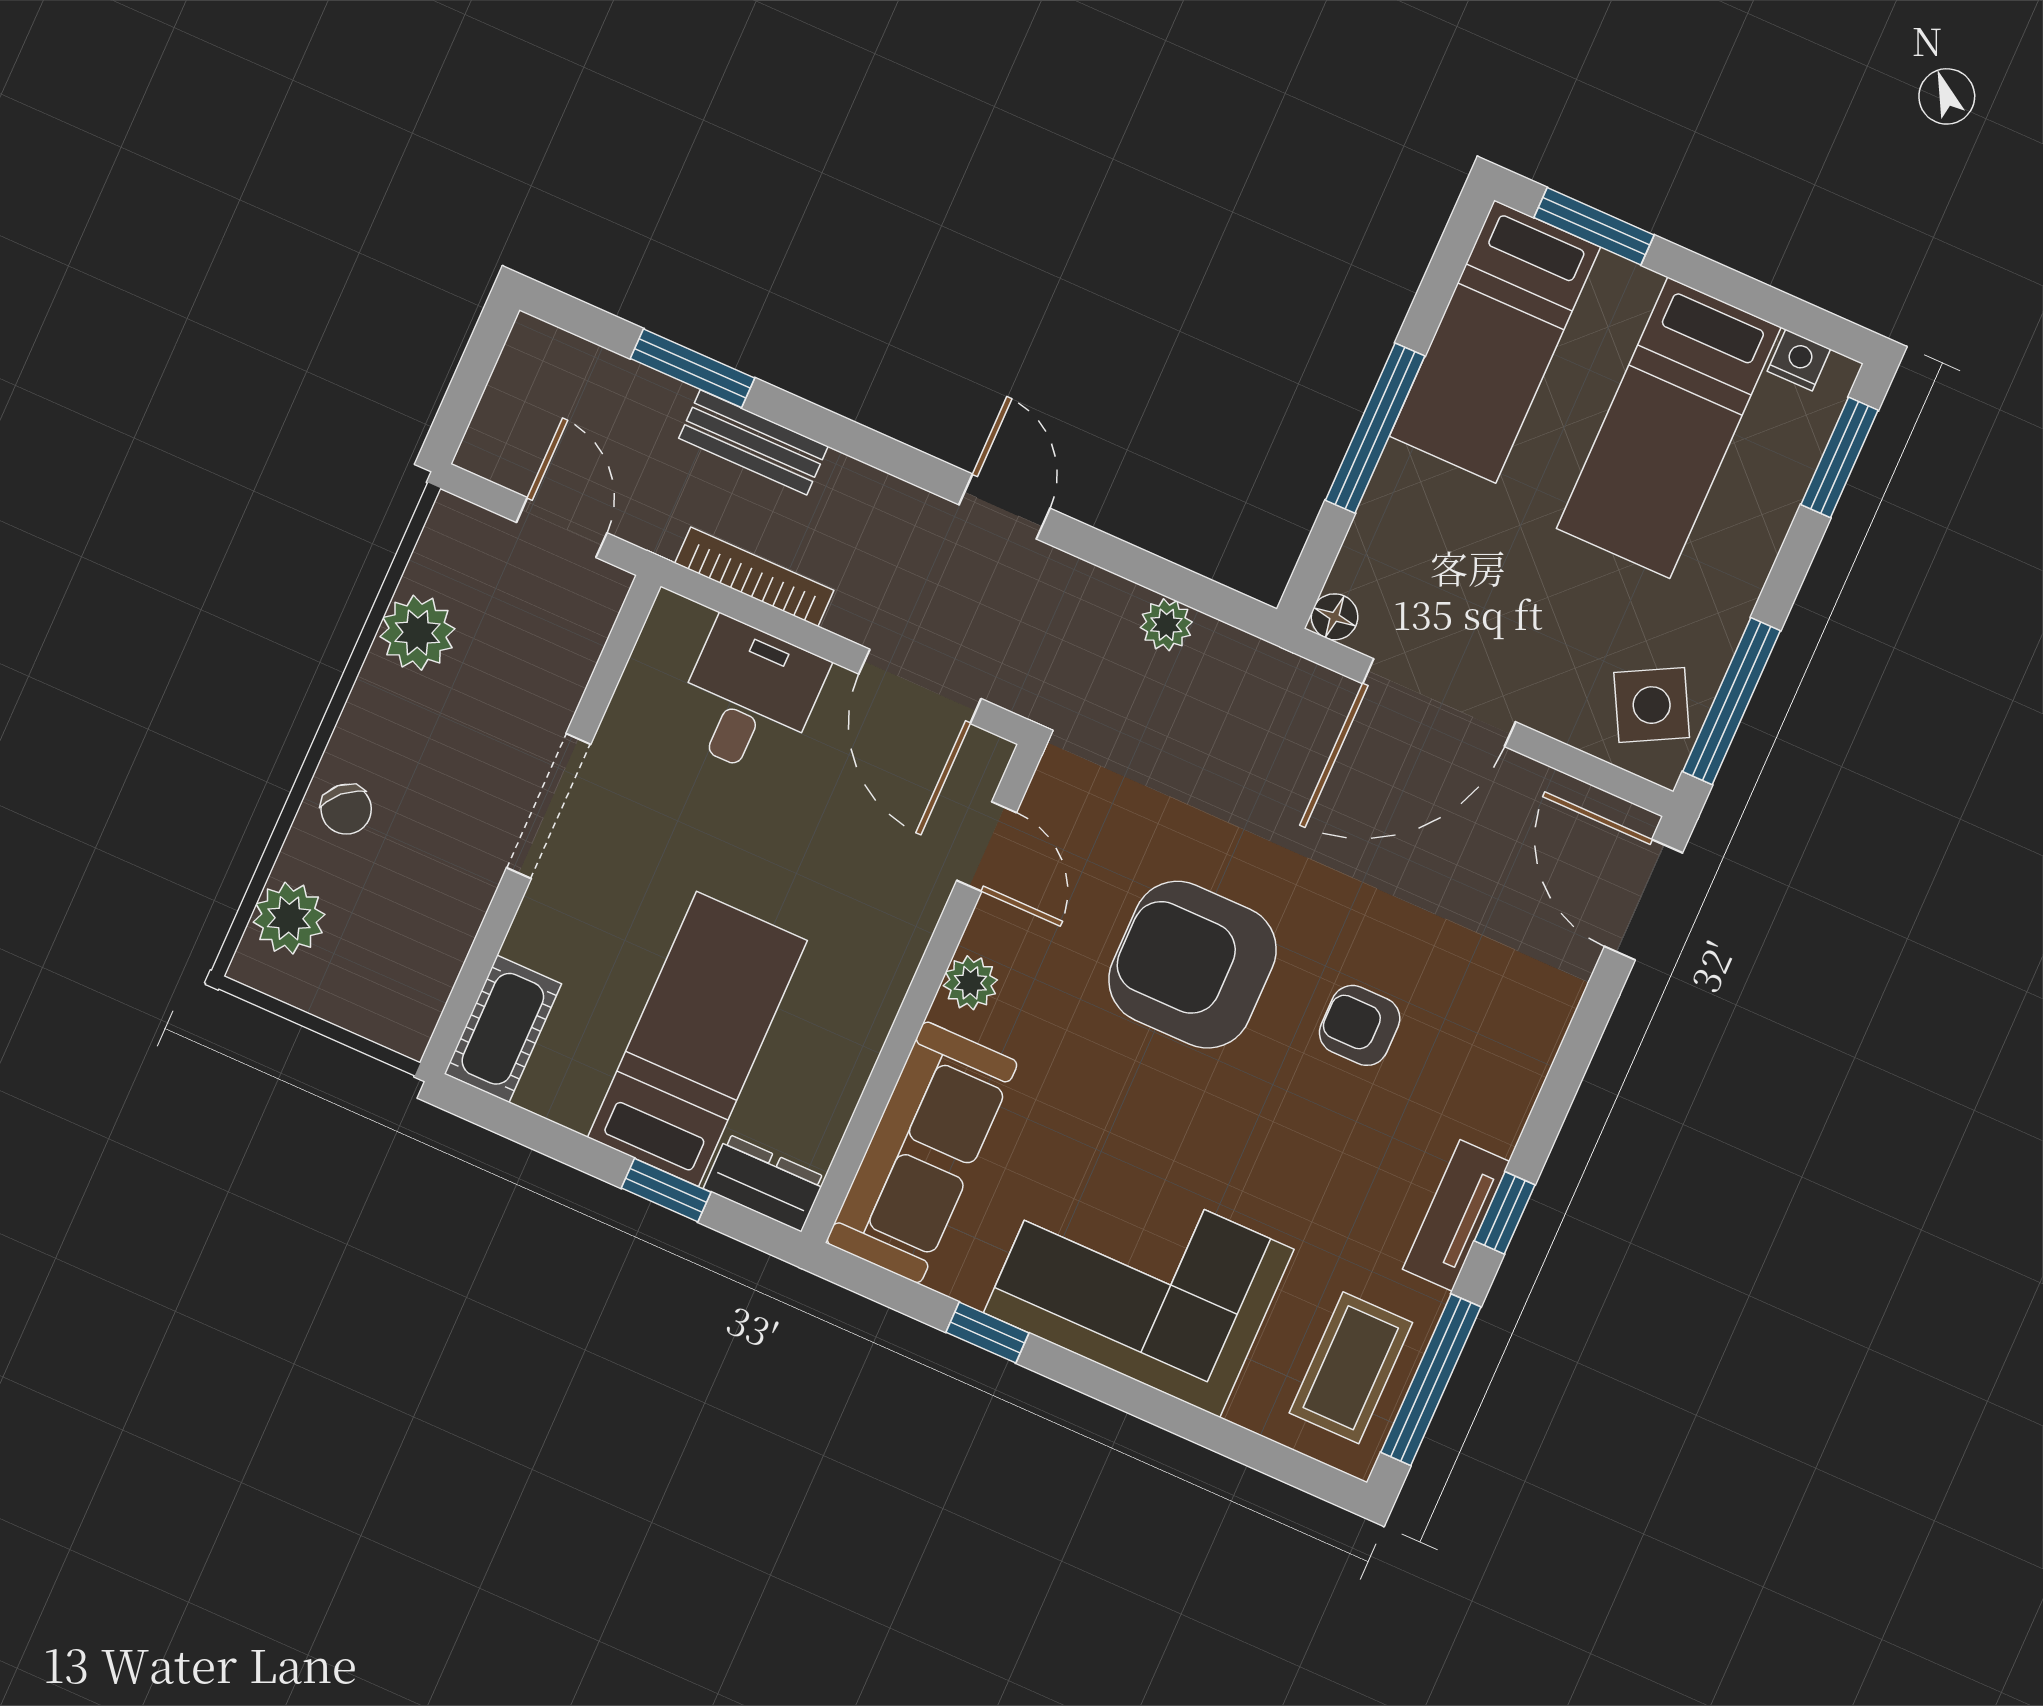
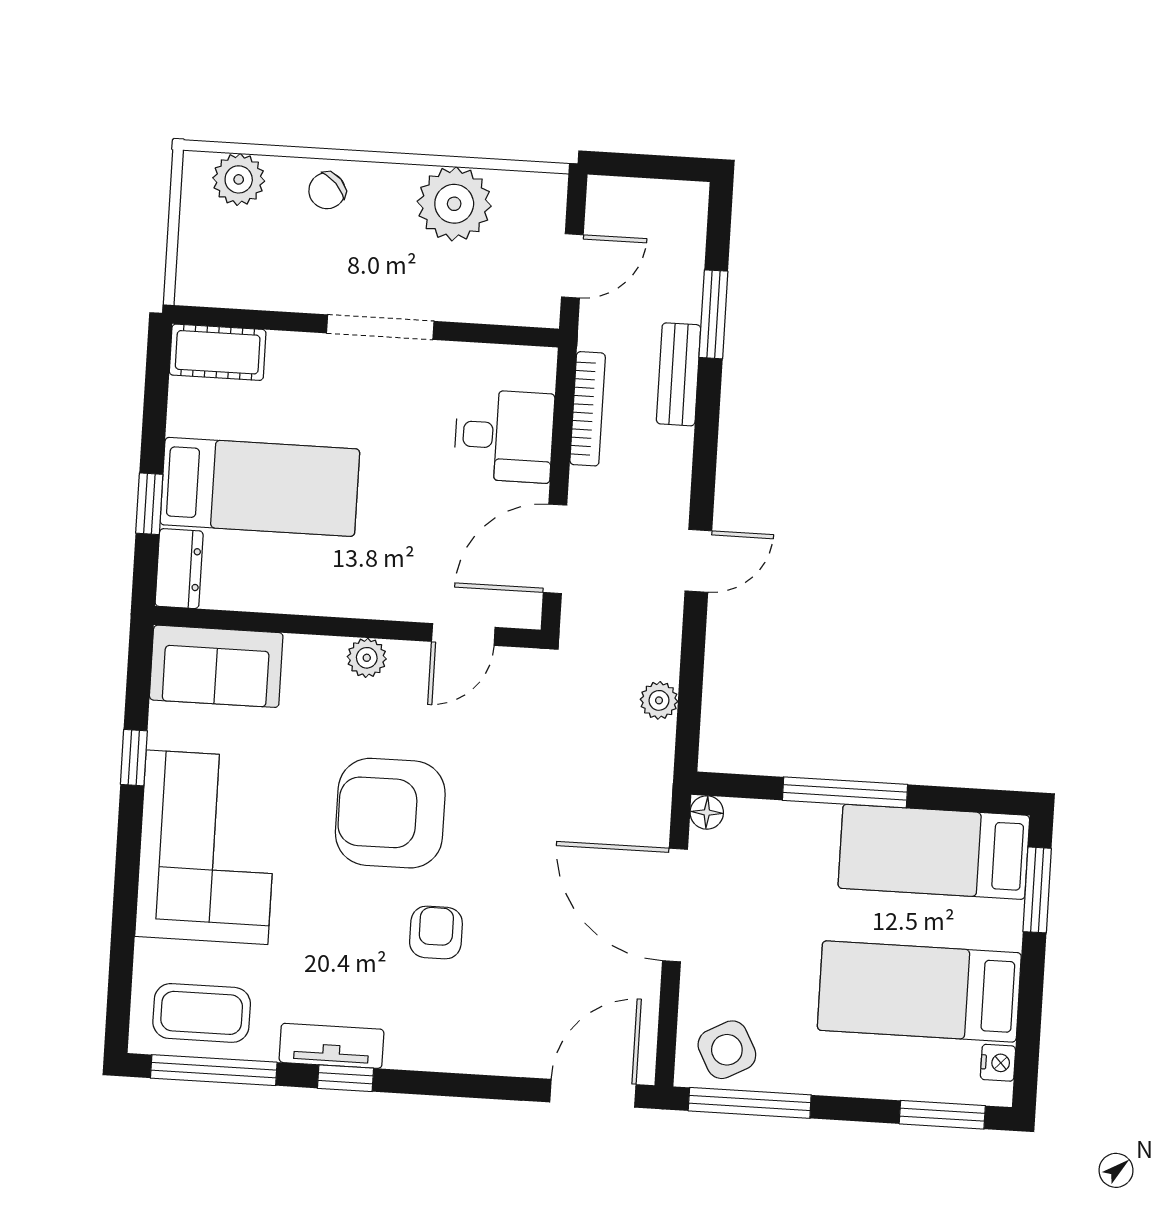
plant: (417, 633) -> (454, 204), width x1.36, depth x1.36
armchair: (1192, 965) -> (390, 813), moved, turned -90
sofa: (922, 1152) -> (216, 666), width x0.73

